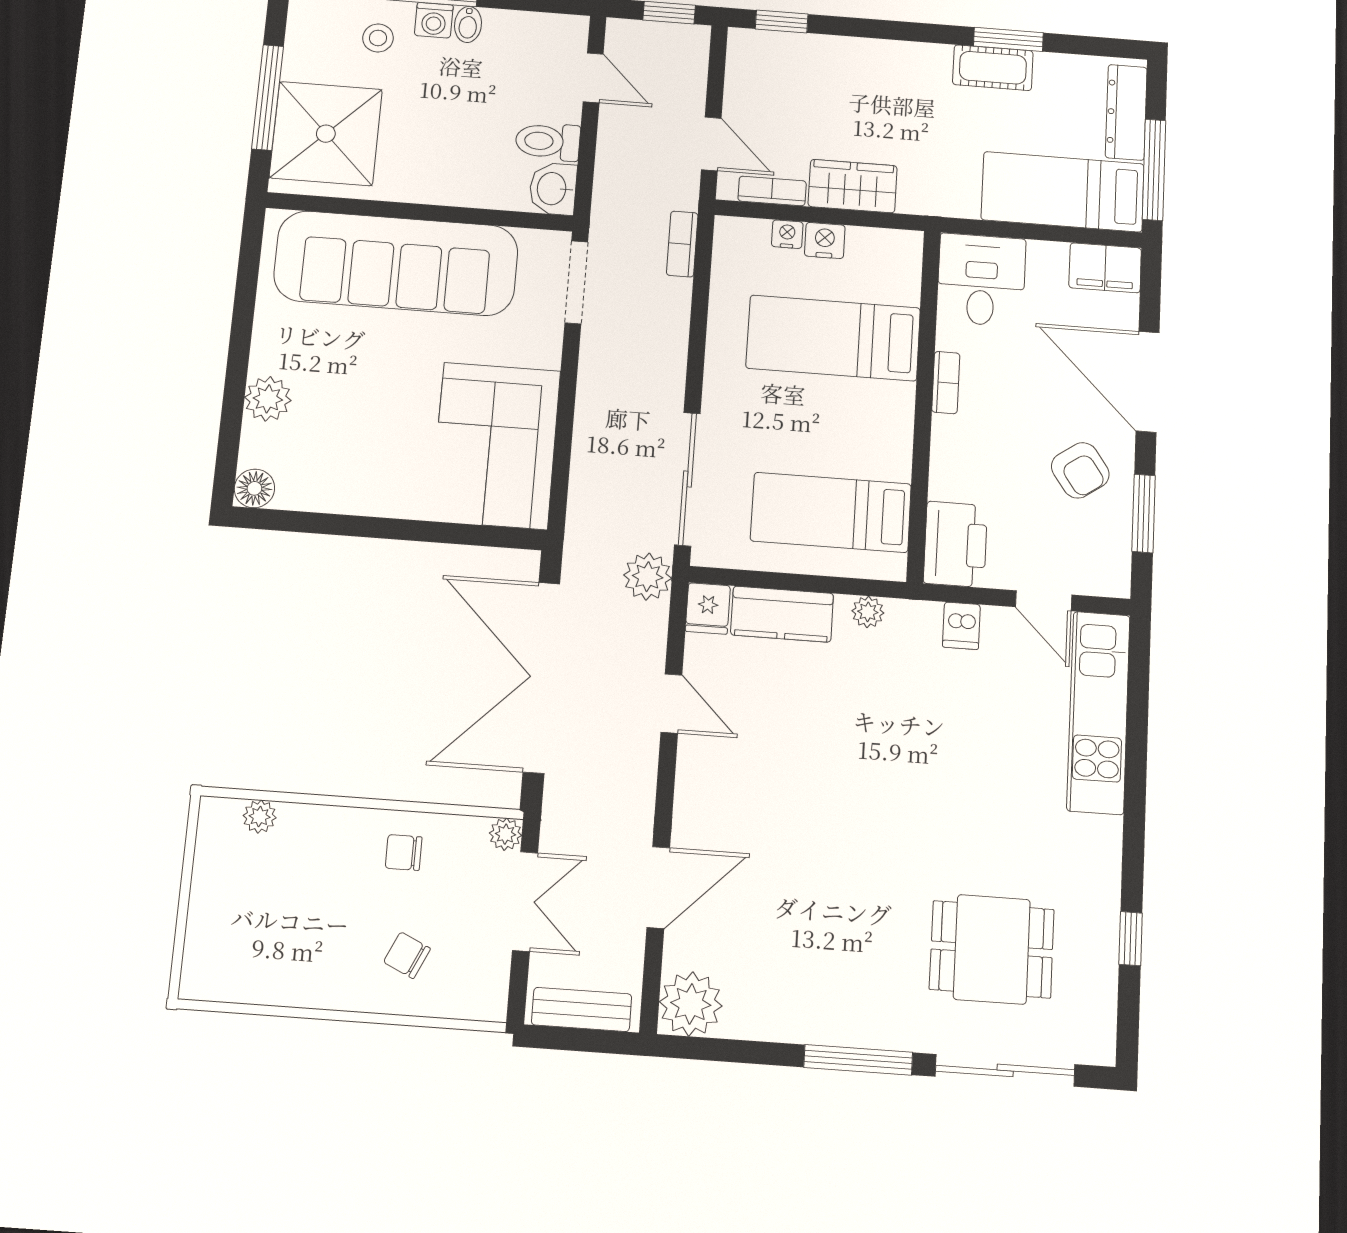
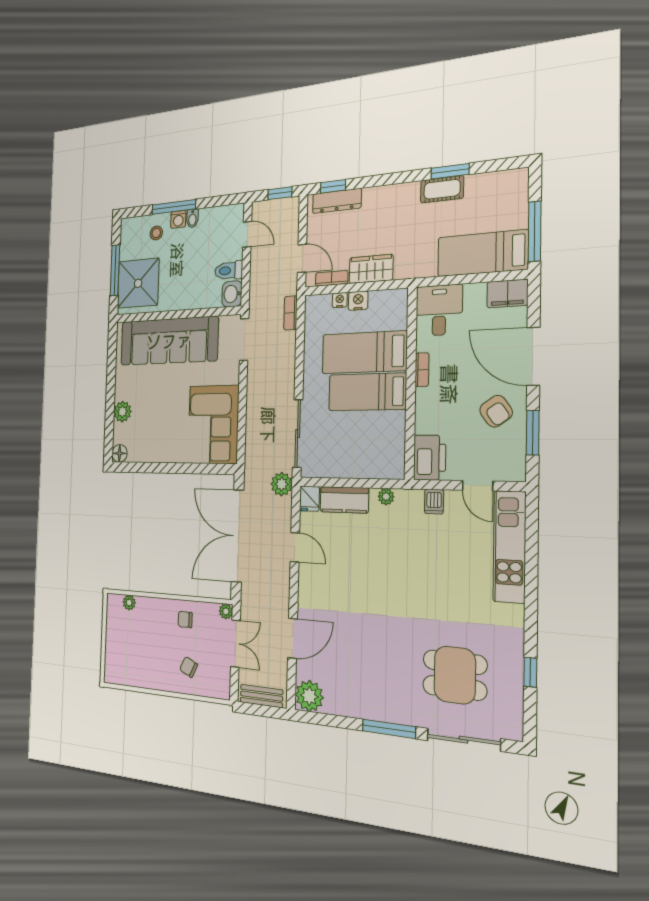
dresser: (1126, 112) -> (337, 201), moved, turned -90
bed: (831, 512) -> (367, 392), moved

